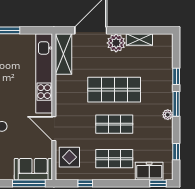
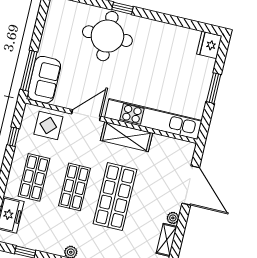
plant: (116, 43) -> (173, 218), width x0.53, depth x0.53
shelving: (64, 54) -> (127, 137), moved

